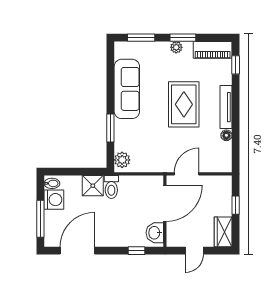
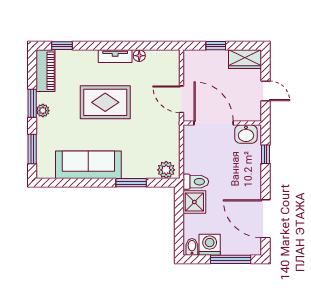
tv unit: (226, 107) -> (115, 56), width x0.71

